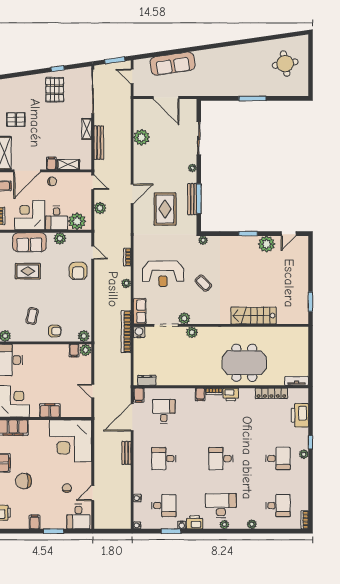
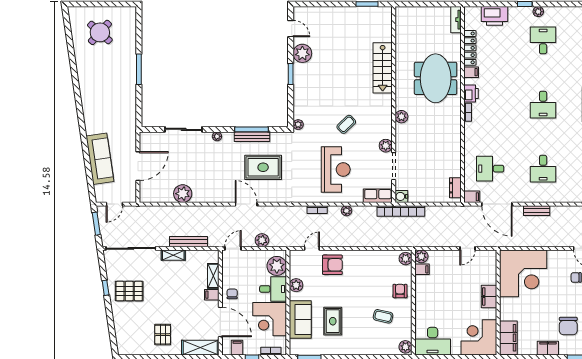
round table: (285, 64) -> (100, 32), turned -38
plant: (192, 332) -> (401, 117), moved
filing cabinet: (200, 394) -> (471, 72), moved

